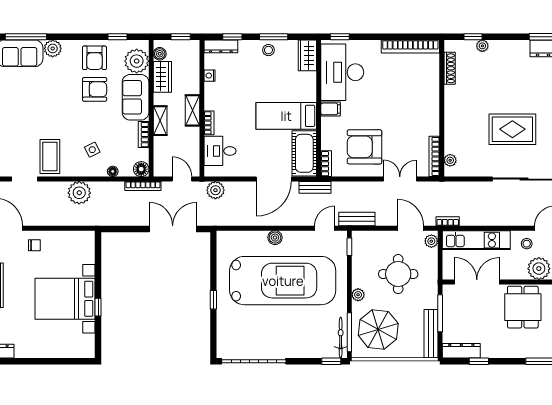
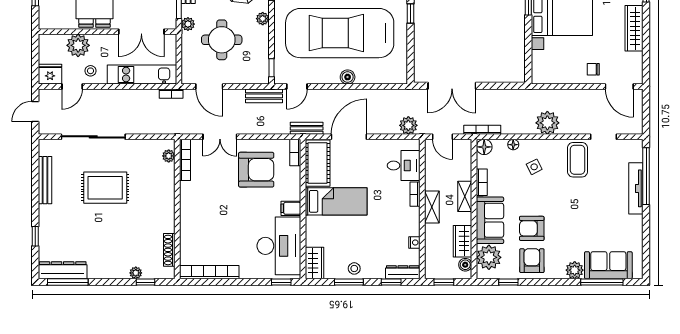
plant: (431, 241) -> (188, 24), moved

